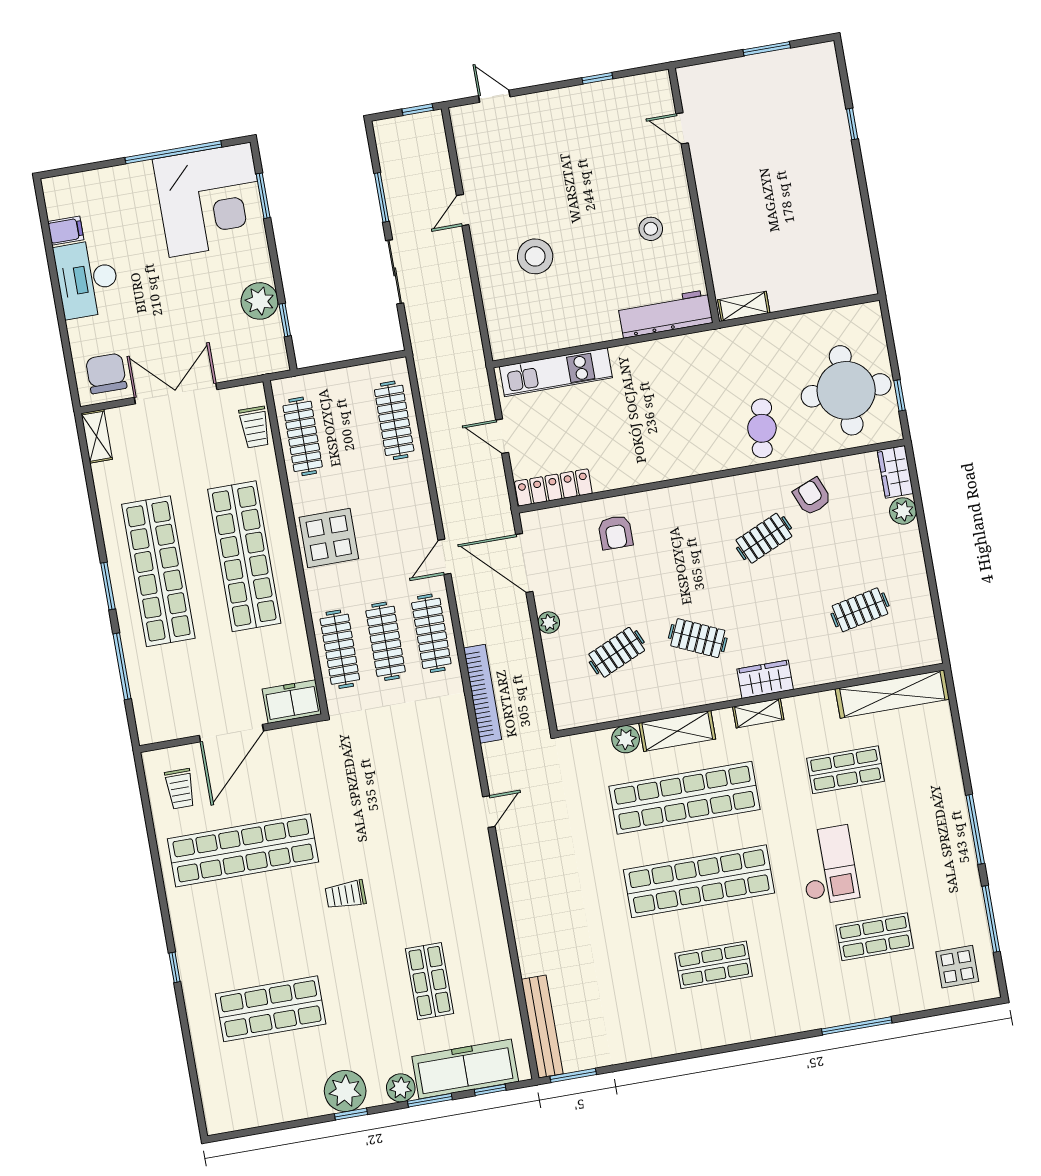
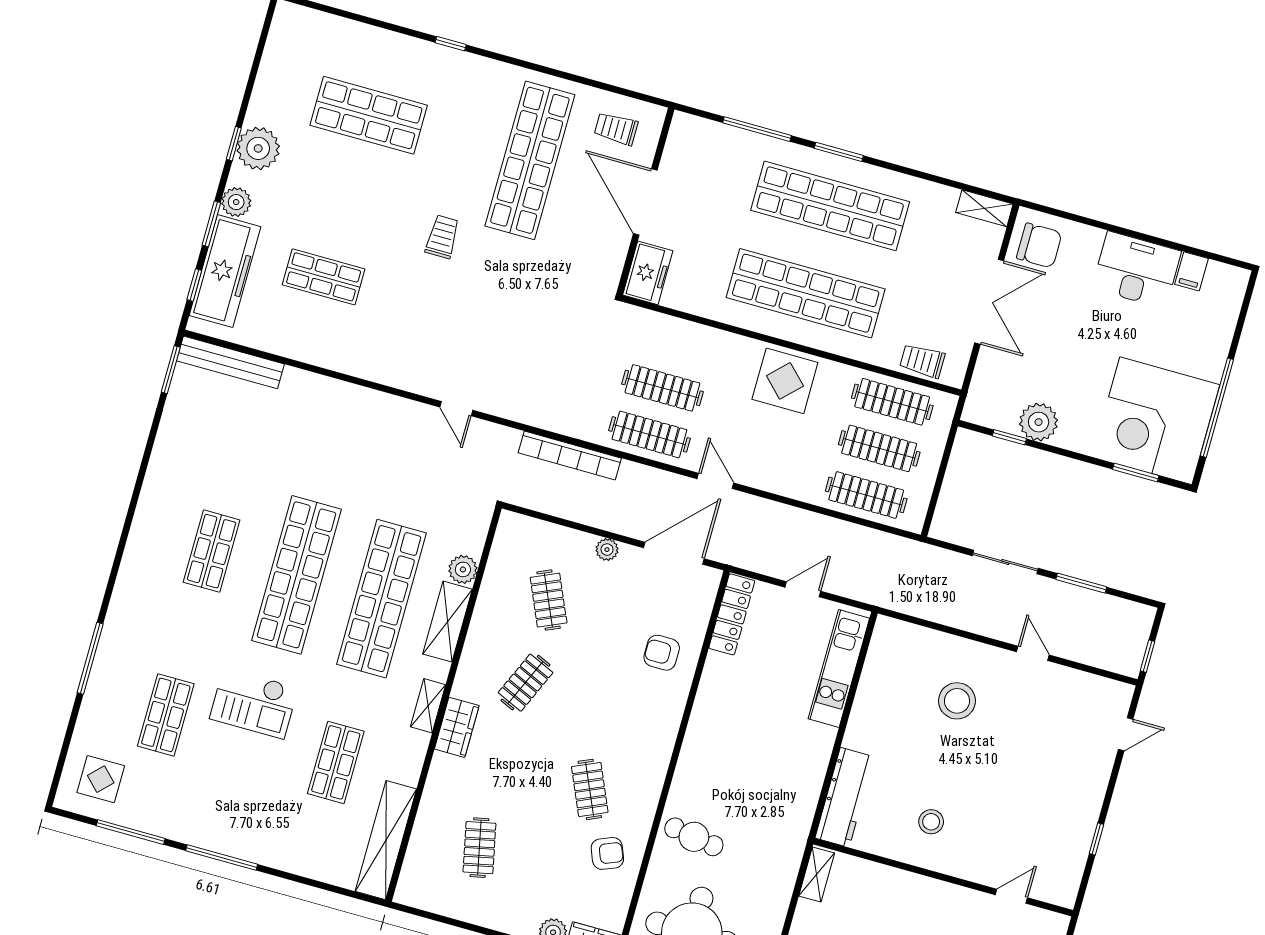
clothes rail: (340, 649) -> (879, 448), moved
shop shelf: (271, 1009) -> (369, 115), turned 90

